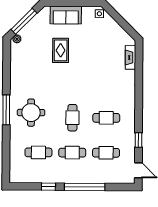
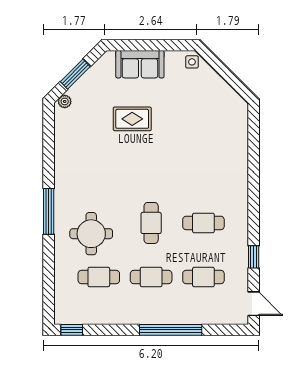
window: (24, 21) -> (75, 74), width x0.69
rug: (61, 50) -> (132, 119), turned 90
fireplace: (130, 57) -> (240, 129), removed
round table: (31, 113) -> (91, 234), moved
window: (48, 187) -> (72, 330), moved

